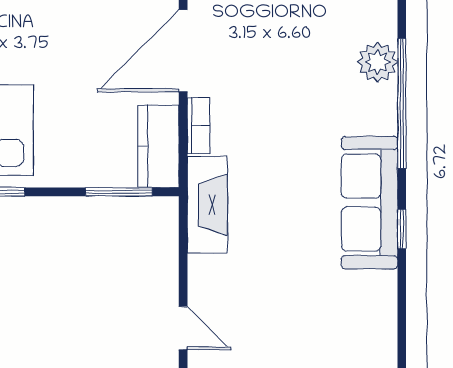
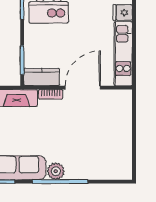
door: (183, 51) -> (83, 88), hinge flipped
plant: (378, 62) -> (56, 171), moved

